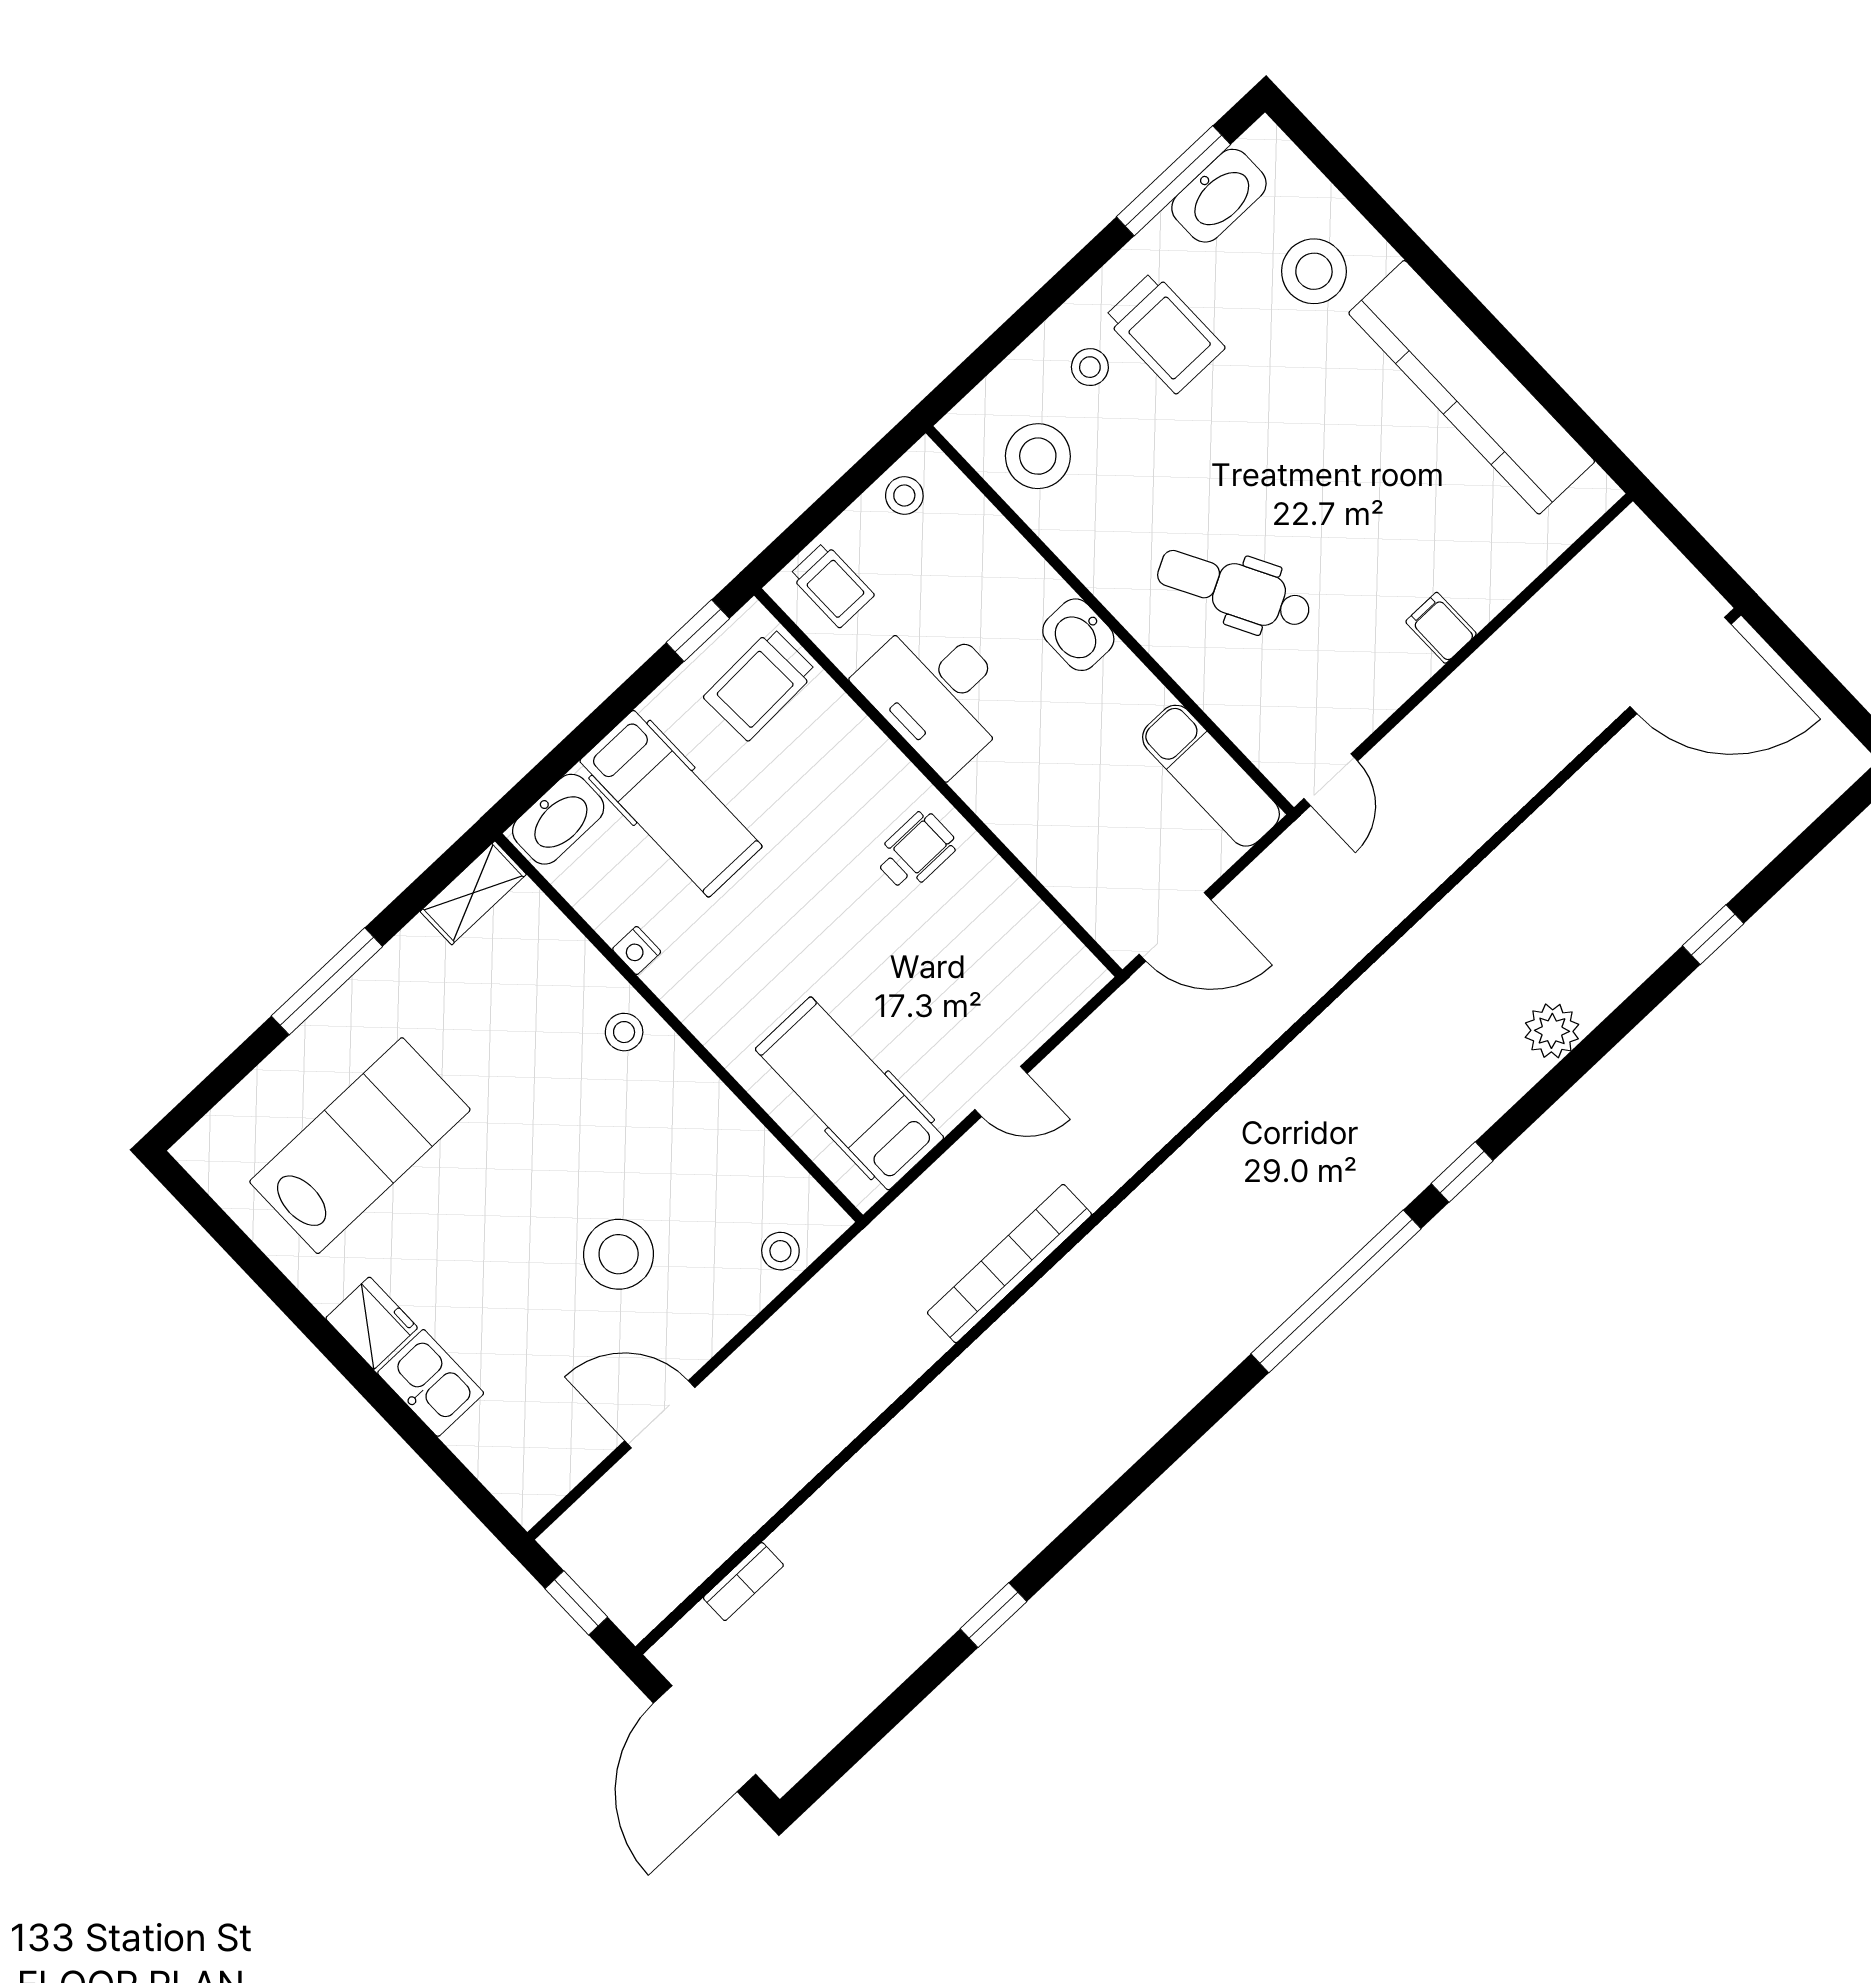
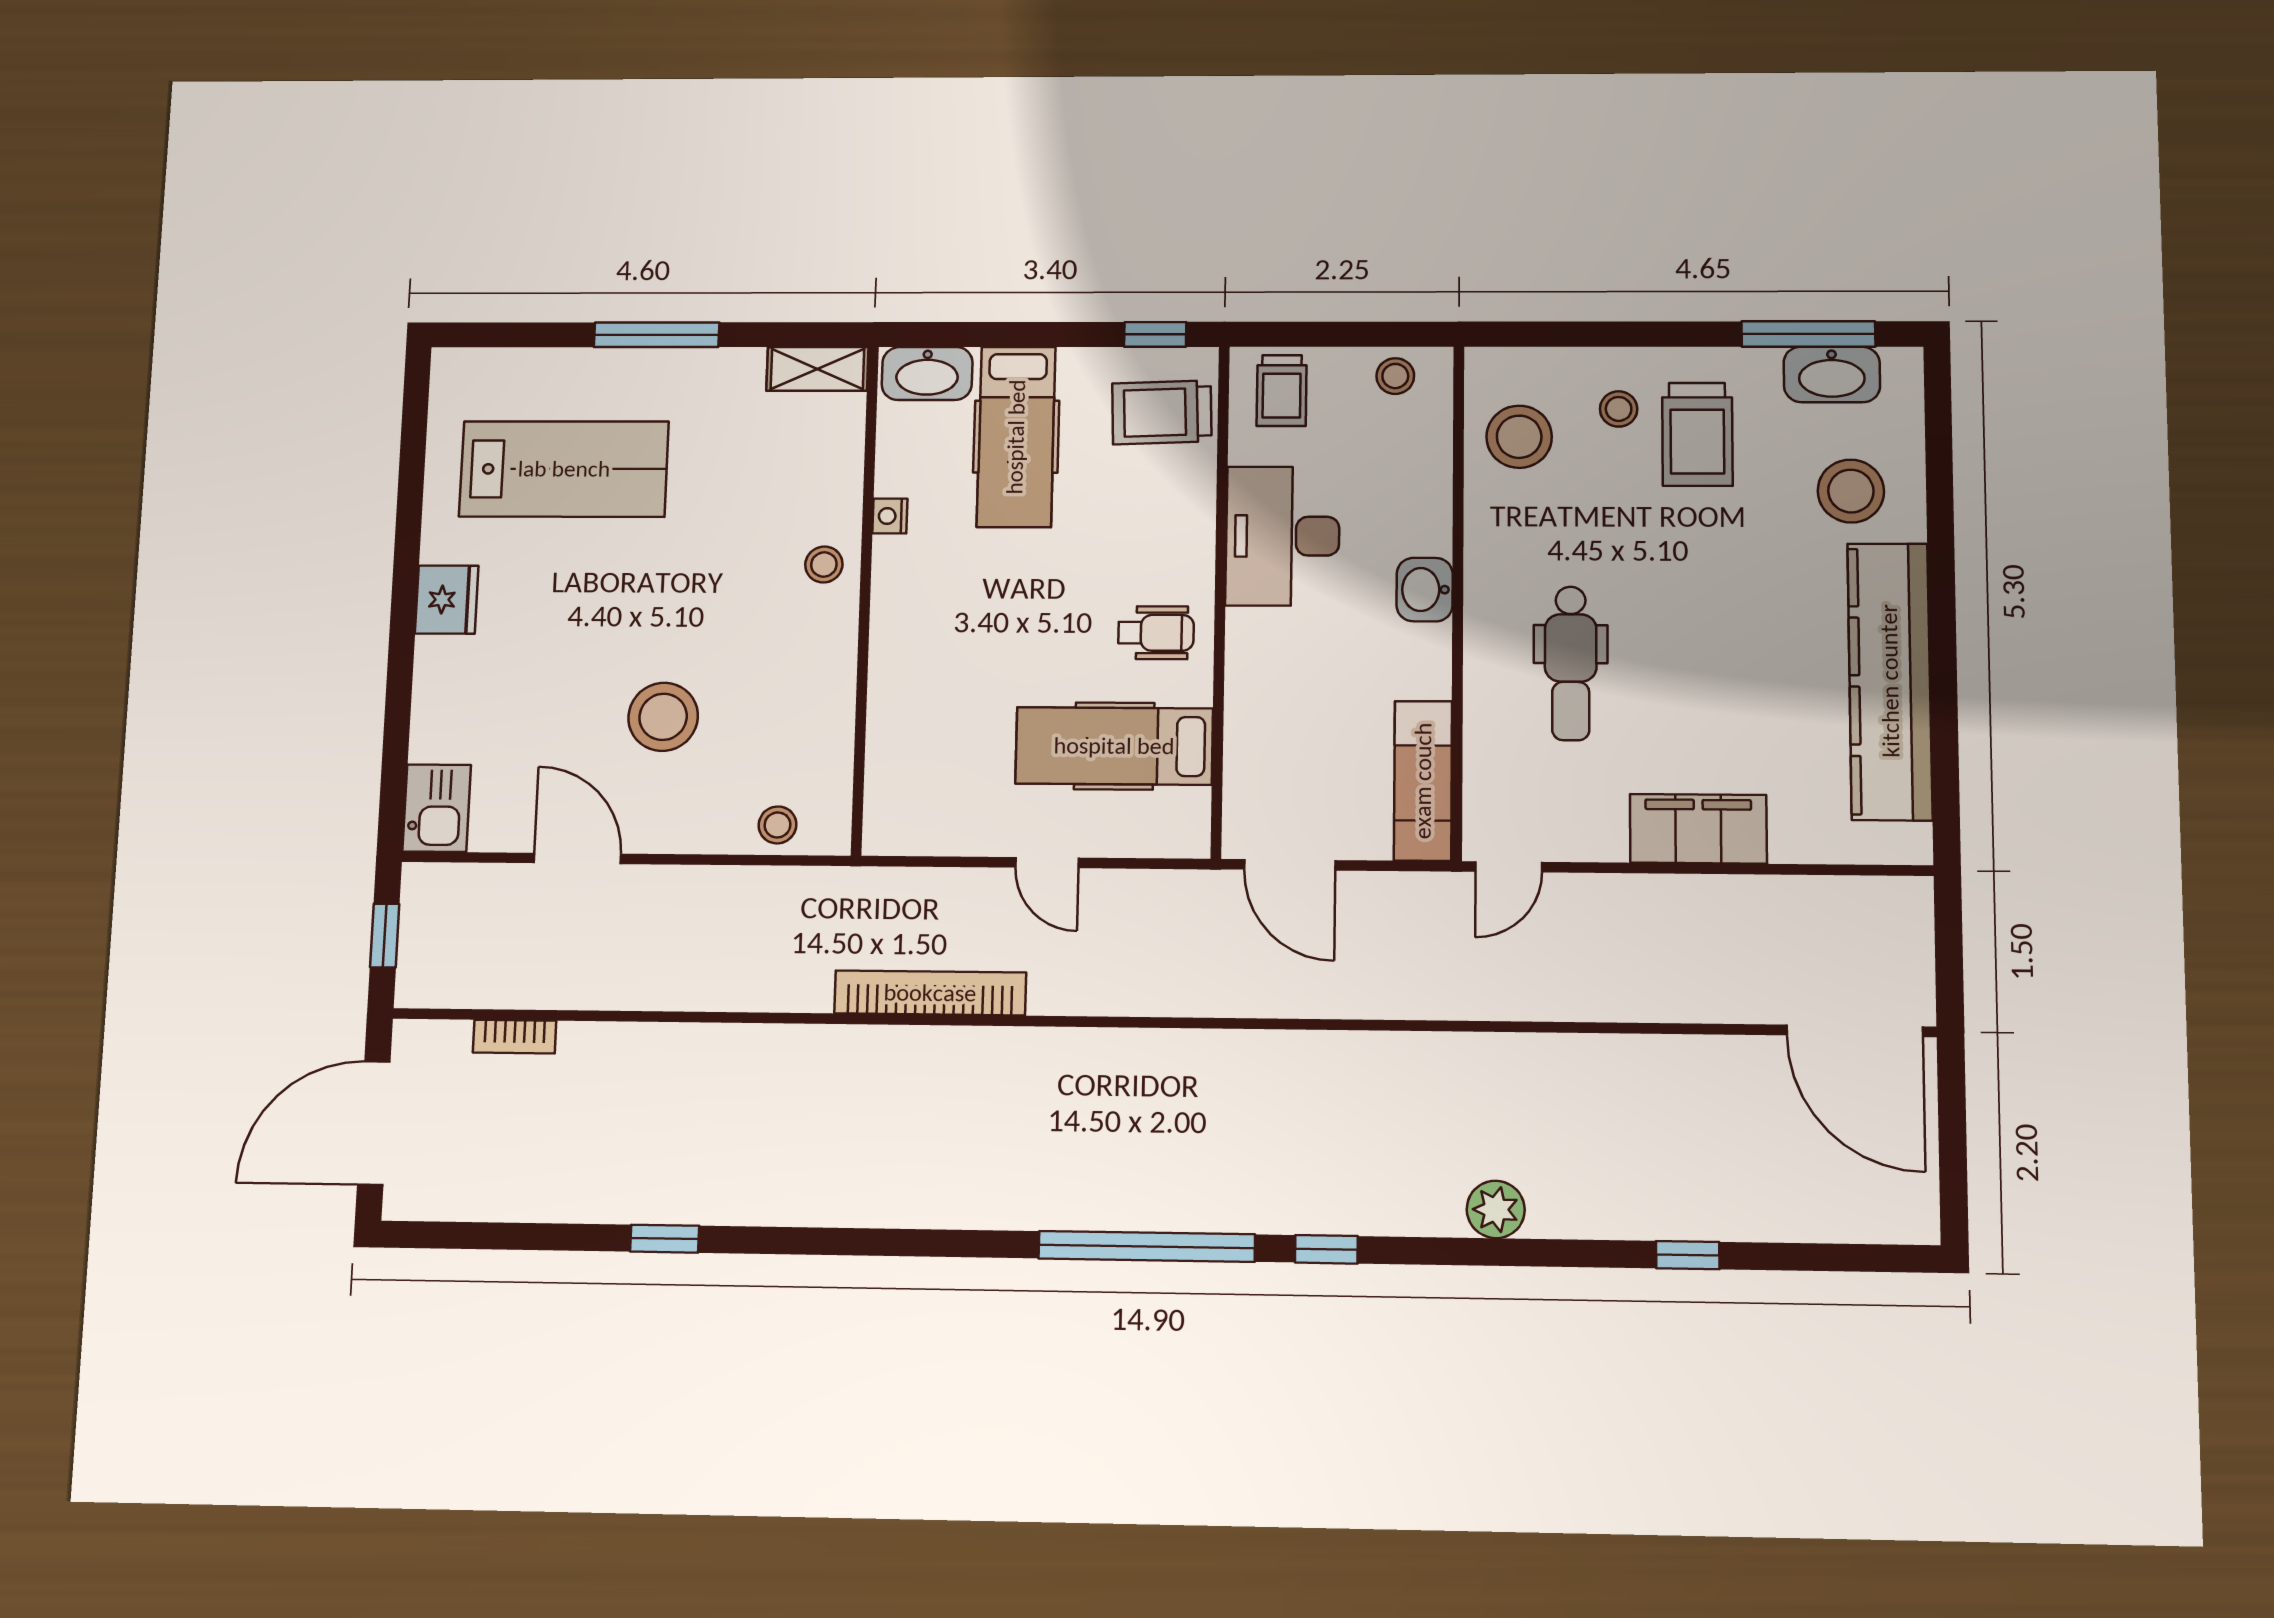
dental chair: (1234, 590) -> (1571, 663), turned -152
filing cabinet: (1441, 628) -> (1698, 829), width x3.00, depth x1.17
hospital bed: (850, 1093) -> (1114, 746), moved, turned -90
kitchen sink: (431, 1383) -> (437, 808), moved

